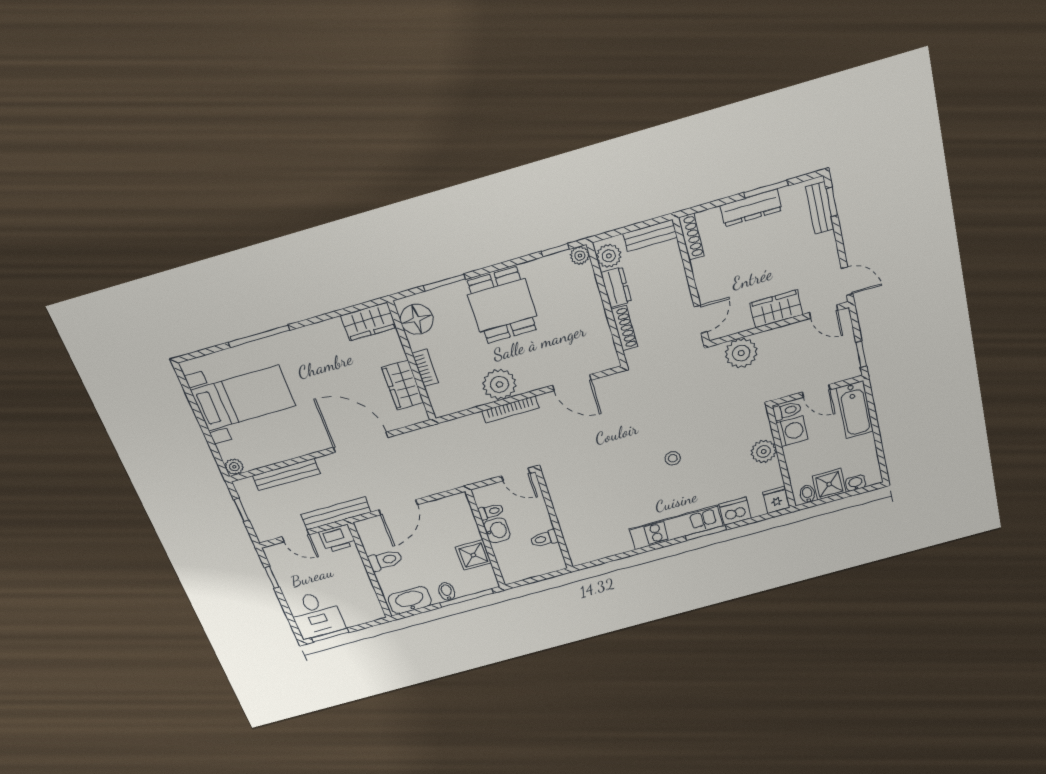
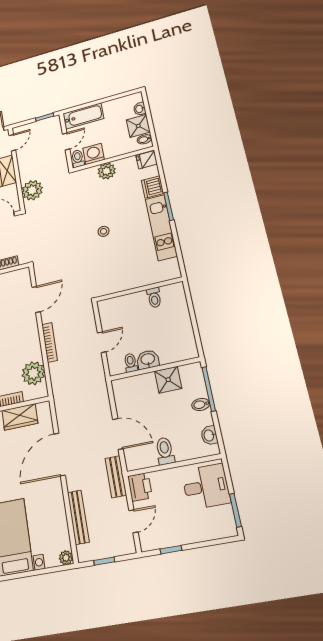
plant: (499, 384) -> (33, 373), moved
bench: (336, 513) -> (116, 477), width x0.73
wall: (554, 520) -> (139, 289), moved
toilet: (544, 539) -> (154, 298), moved
washbasin: (410, 600) -> (209, 435), width x0.52, depth x0.69
desk: (316, 615) -> (206, 487), moved

